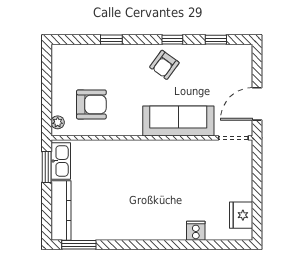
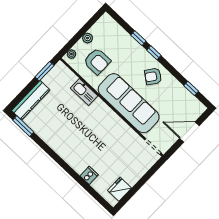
window: (172, 40) -> (154, 53), moved
plant: (59, 90) -> (88, 38), added
door: (257, 104) -> (189, 132), moved
sofa: (178, 121) -> (129, 103), width x1.36, depth x1.27
kitchen sink: (61, 161) -> (84, 92), moved, turned 90

